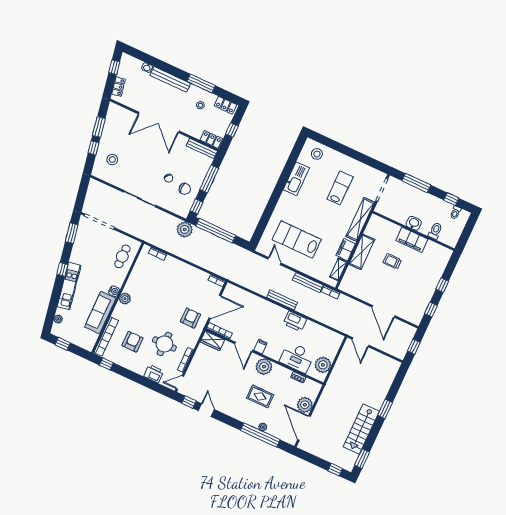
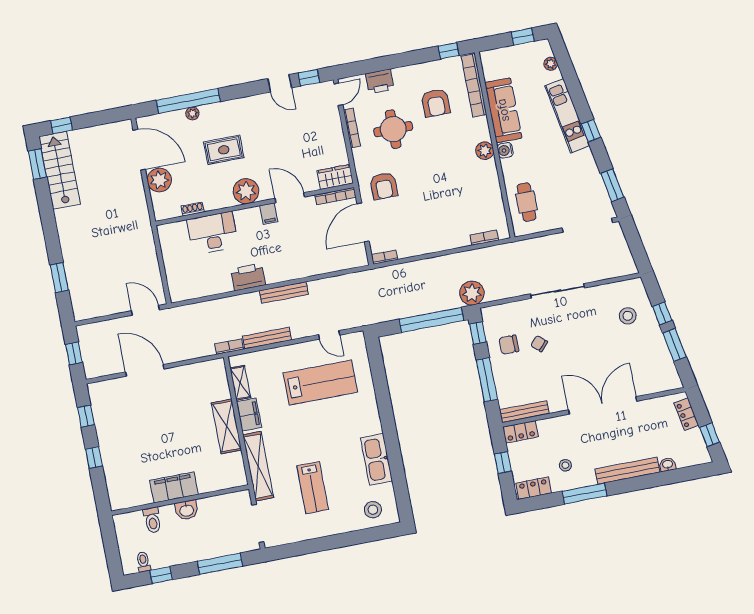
trolley: (392, 261) -> (179, 442), removed
plant: (323, 365) -> (173, 247), removed
window: (385, 409) -> (59, 278), moved
stairs: (361, 429) -> (60, 170), moved

